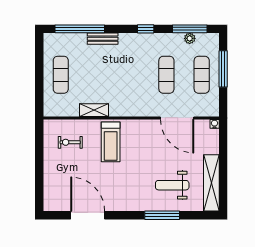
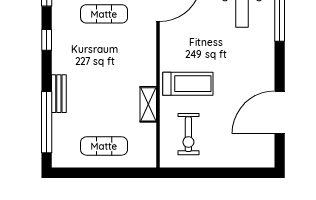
exercise bike: (70, 142) -> (188, 134), width x1.38, depth x1.39

